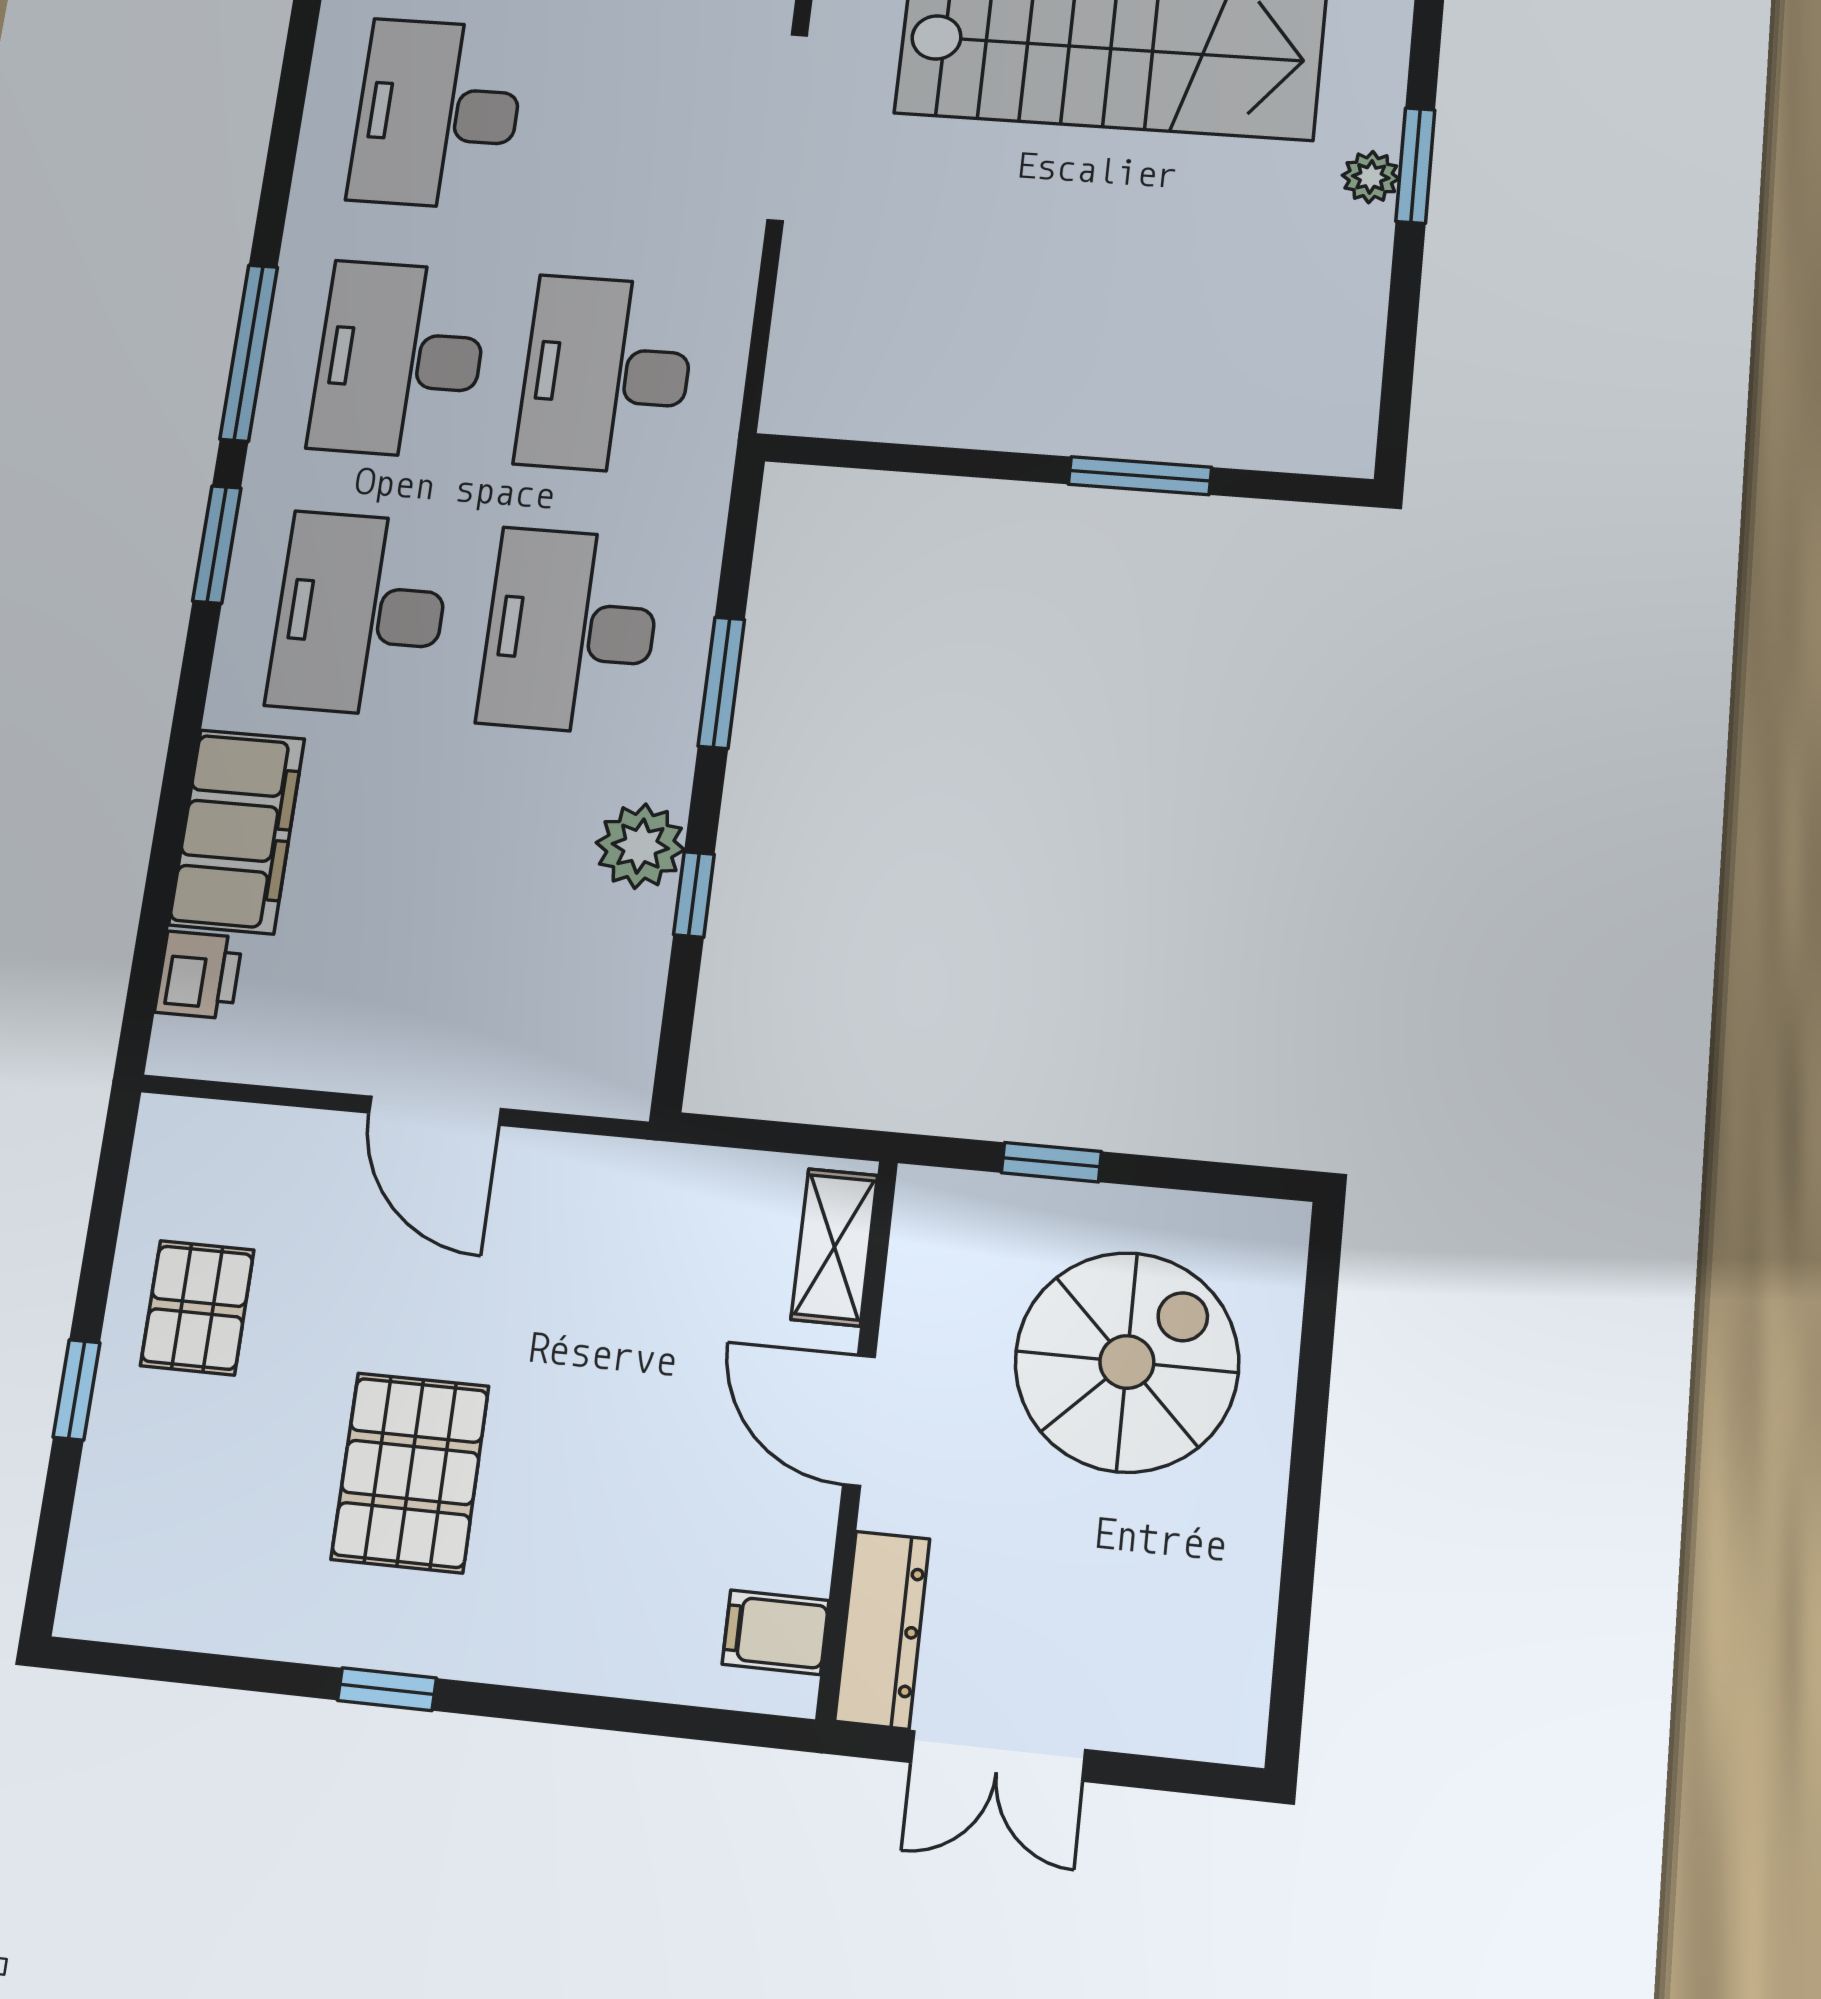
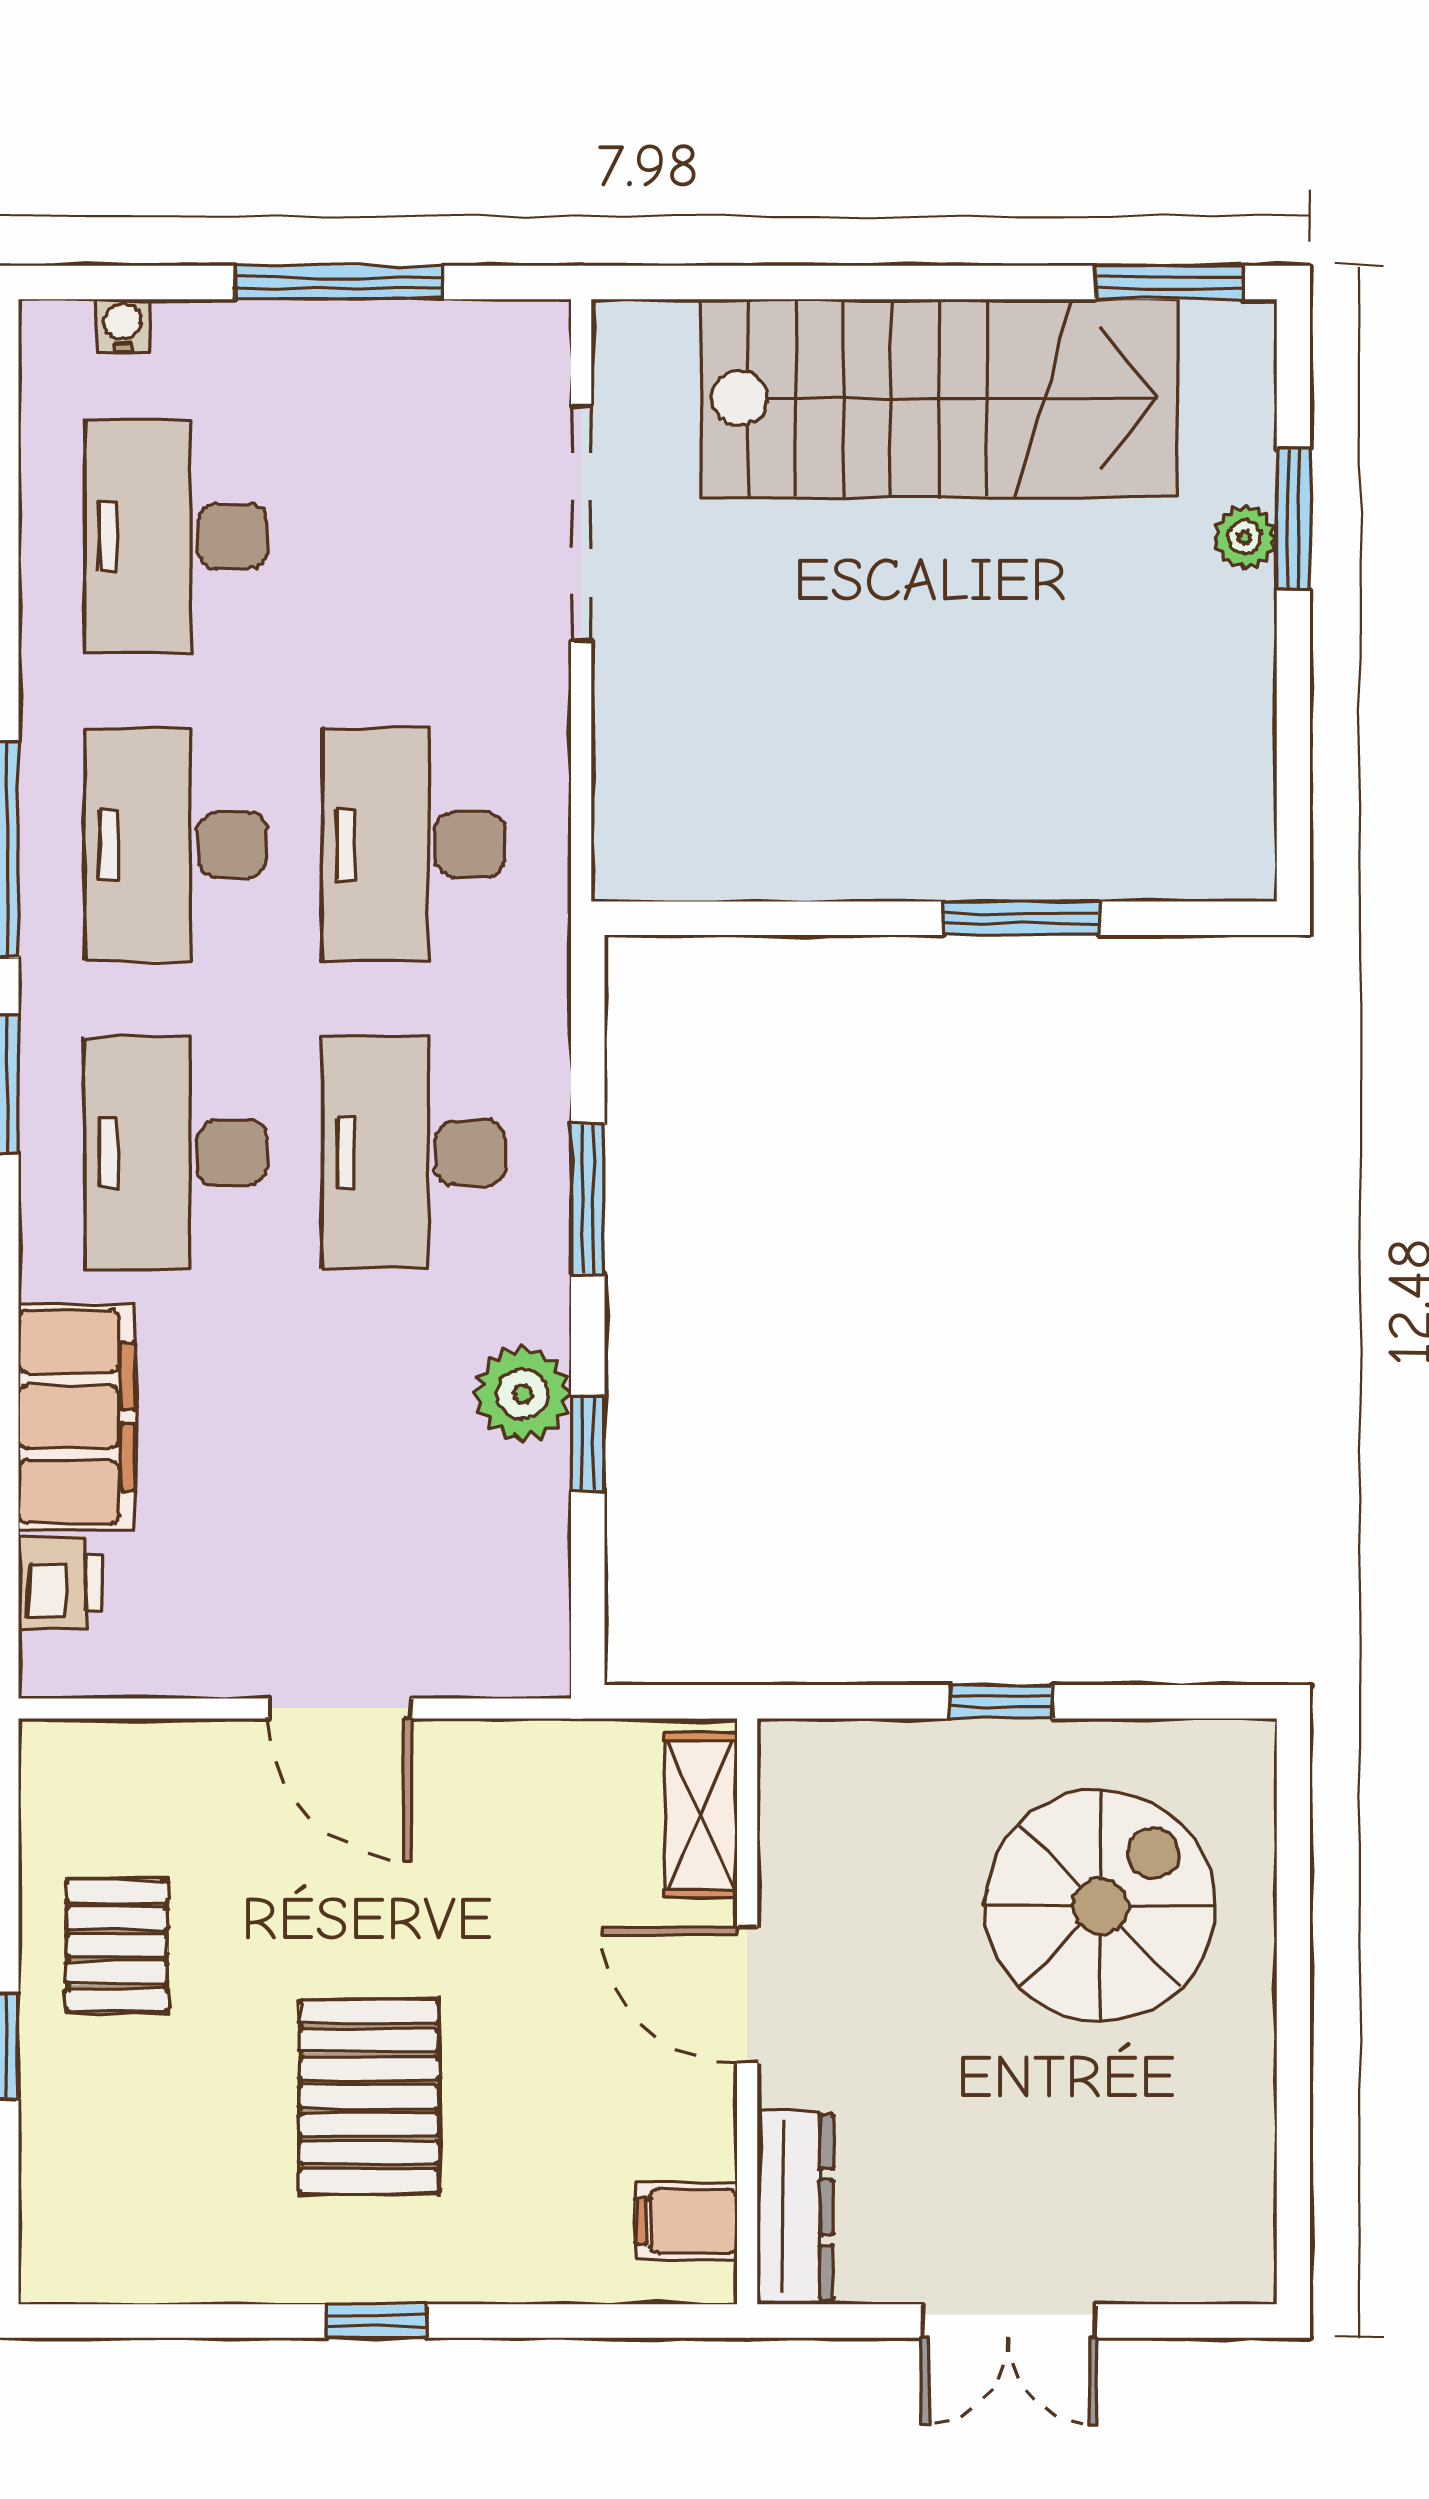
shelving: (834, 1247) -> (701, 1815), moved
door: (859, 1421) -> (747, 1995), moved
wall: (857, 1436) -> (747, 2011), moved
dresser: (882, 1630) -> (795, 2207), moved
filing cabinet: (776, 1632) -> (686, 2221), moved

